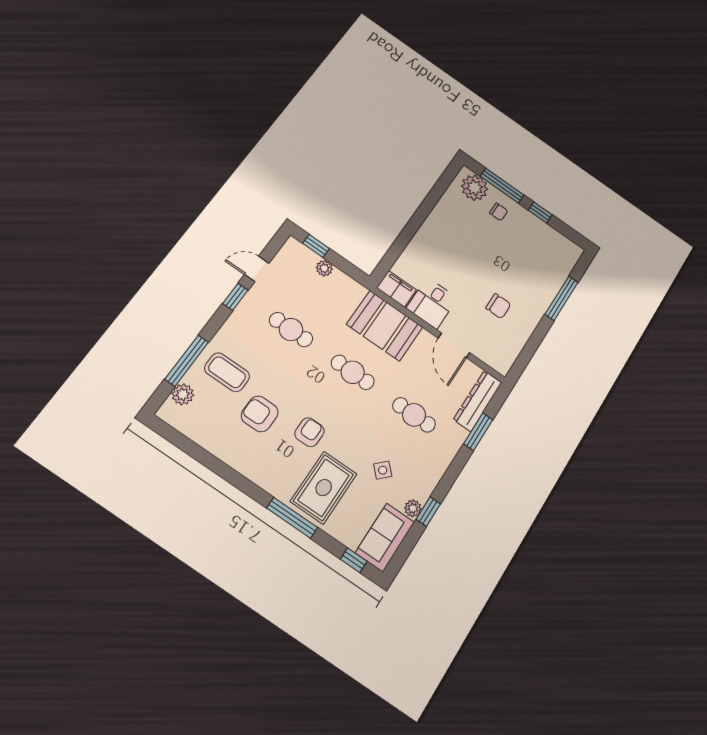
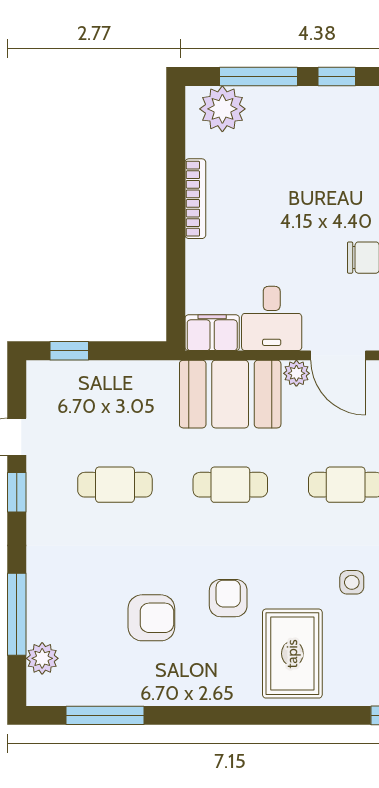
chair: (499, 212) -> (278, 120), removed
bookcase: (432, 219) -> (195, 199), added
plant: (324, 268) -> (296, 373), moved
coffee table: (227, 372) -> (75, 594), removed
armchair: (260, 414) -> (151, 618), turned 180
side table: (383, 470) -> (352, 582), turned 45
window: (292, 518) -> (105, 715), moved

